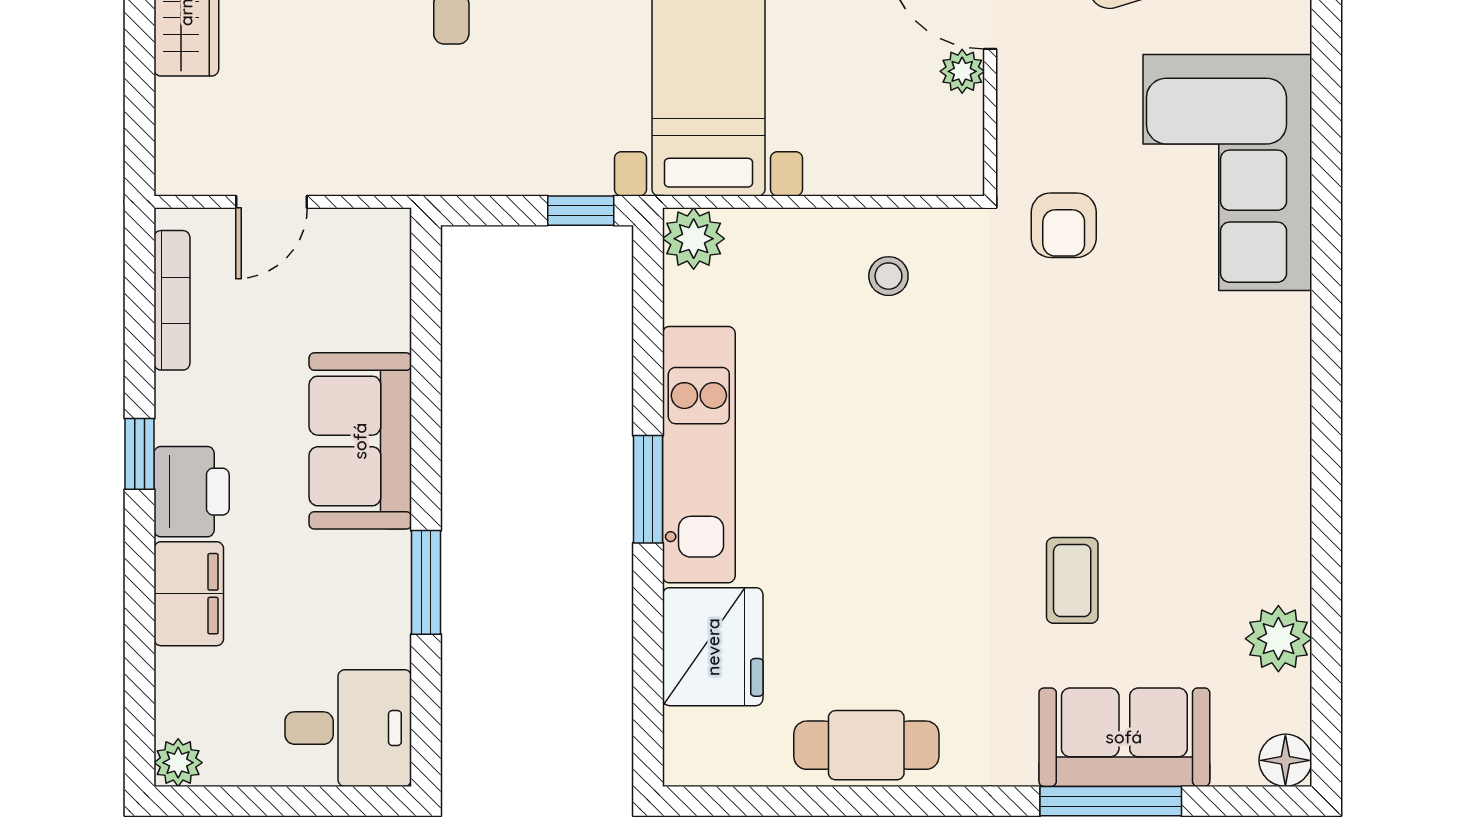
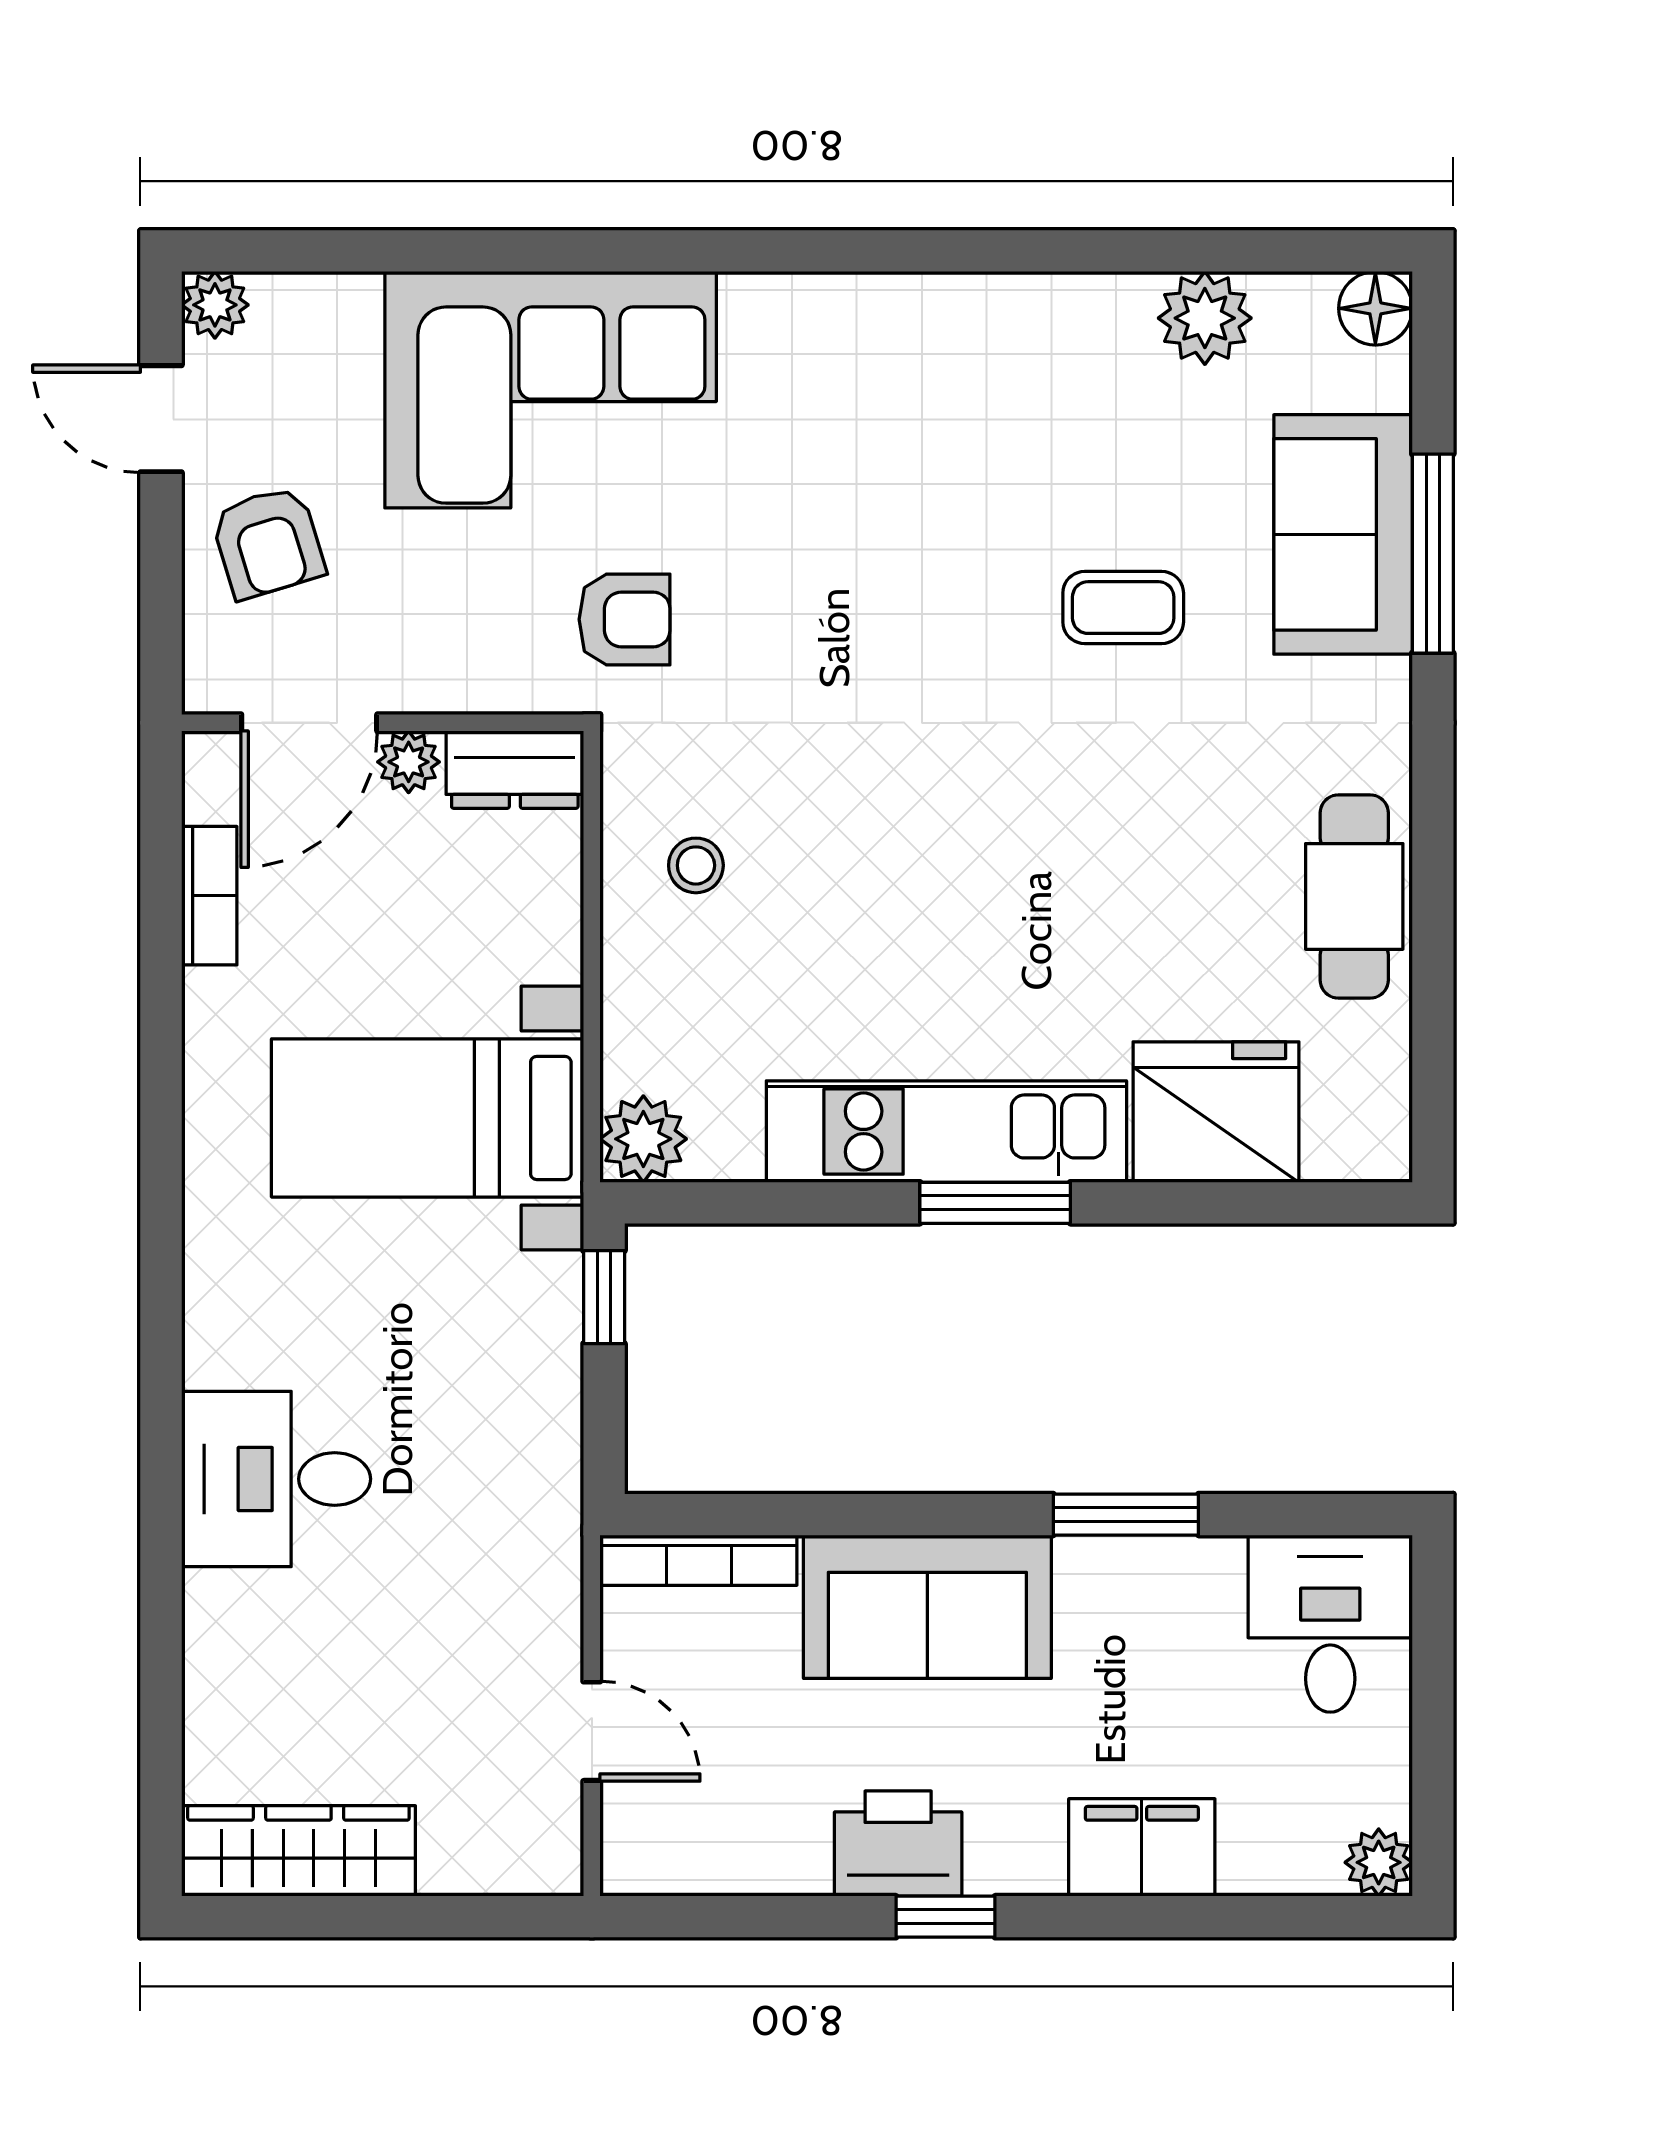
dresser: (957, 147) -> (515, 770), added
bookcase: (172, 300) -> (699, 1560), moved, turned 180
printer: (192, 492) -> (898, 1844), moved

